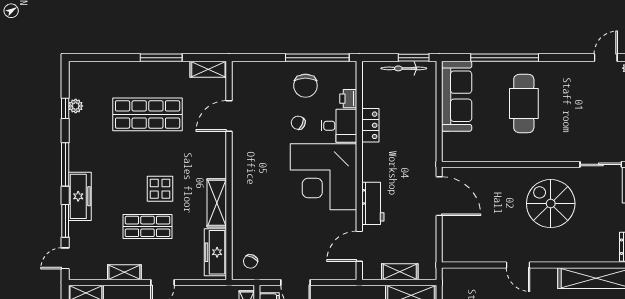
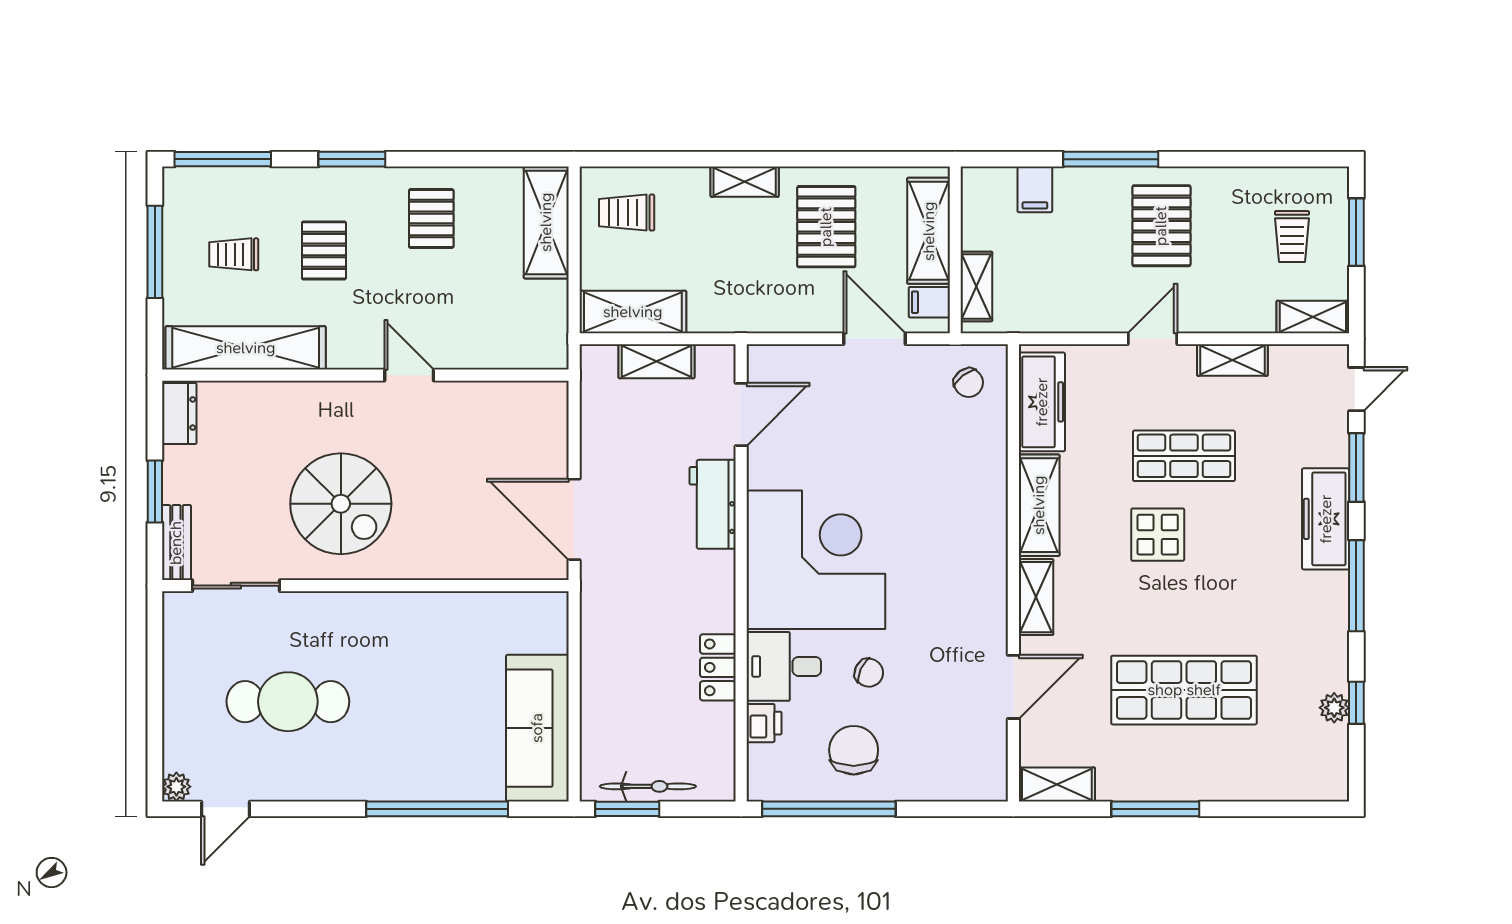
cafe table: (524, 103) -> (288, 702), moved, turned 90
shelving: (218, 159) -> (1036, 597), added
chair: (251, 261) -> (968, 383), turned 117

